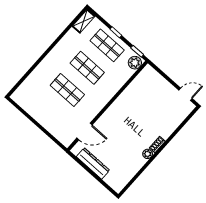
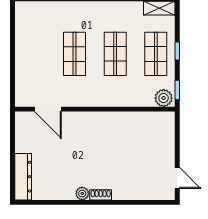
dresser: (93, 163) -> (23, 177), moved

